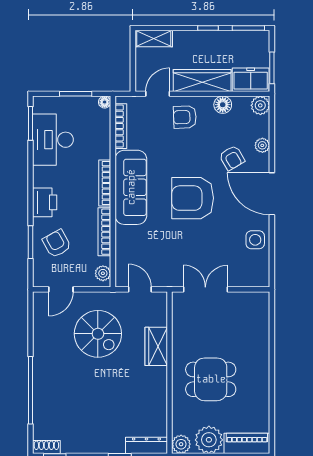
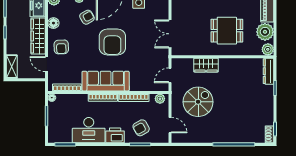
desk: (53, 140) -> (89, 130), moved
dining table: (211, 379) -> (227, 31), turned 90

